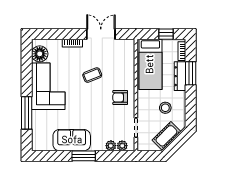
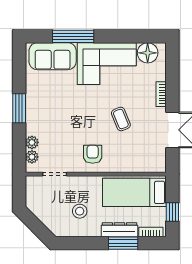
cot: (166, 136) -> (44, 213), removed
sofa: (72, 140) -> (53, 56), moved, turned 90

